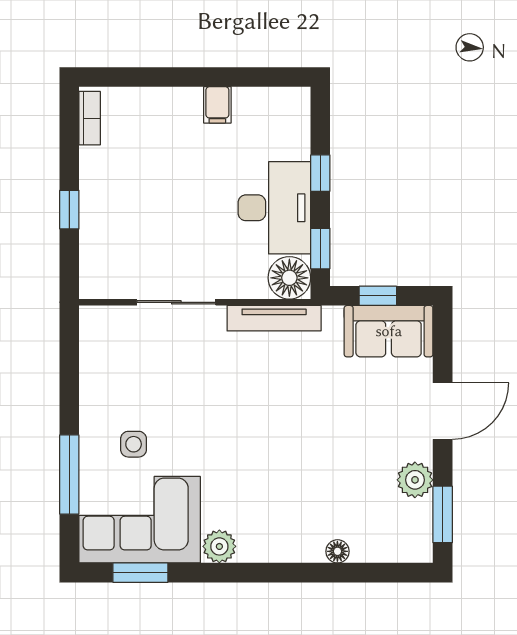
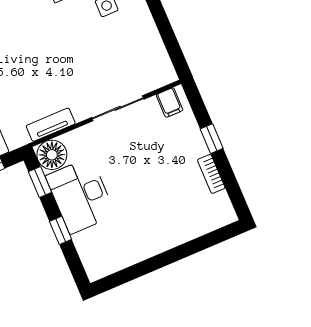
filing cabinet: (217, 105) -> (170, 102), moved, turned 180
bookcase: (90, 118) -> (211, 174), moved
tv unit: (274, 318) -> (51, 125), width x0.71

